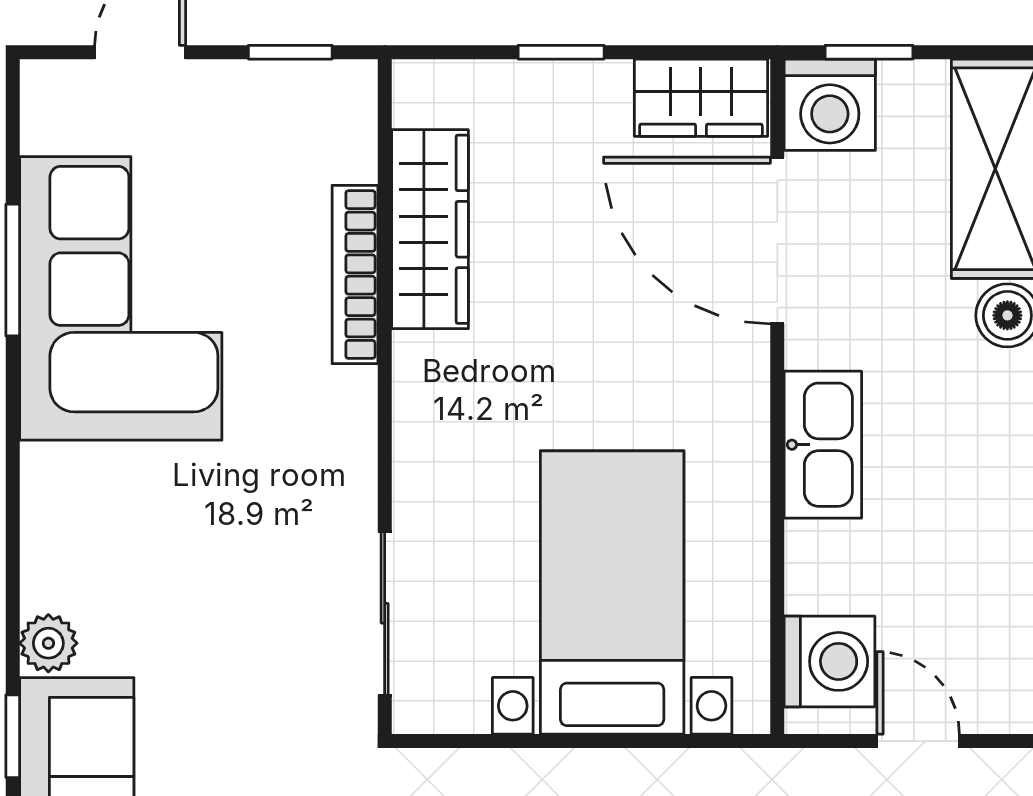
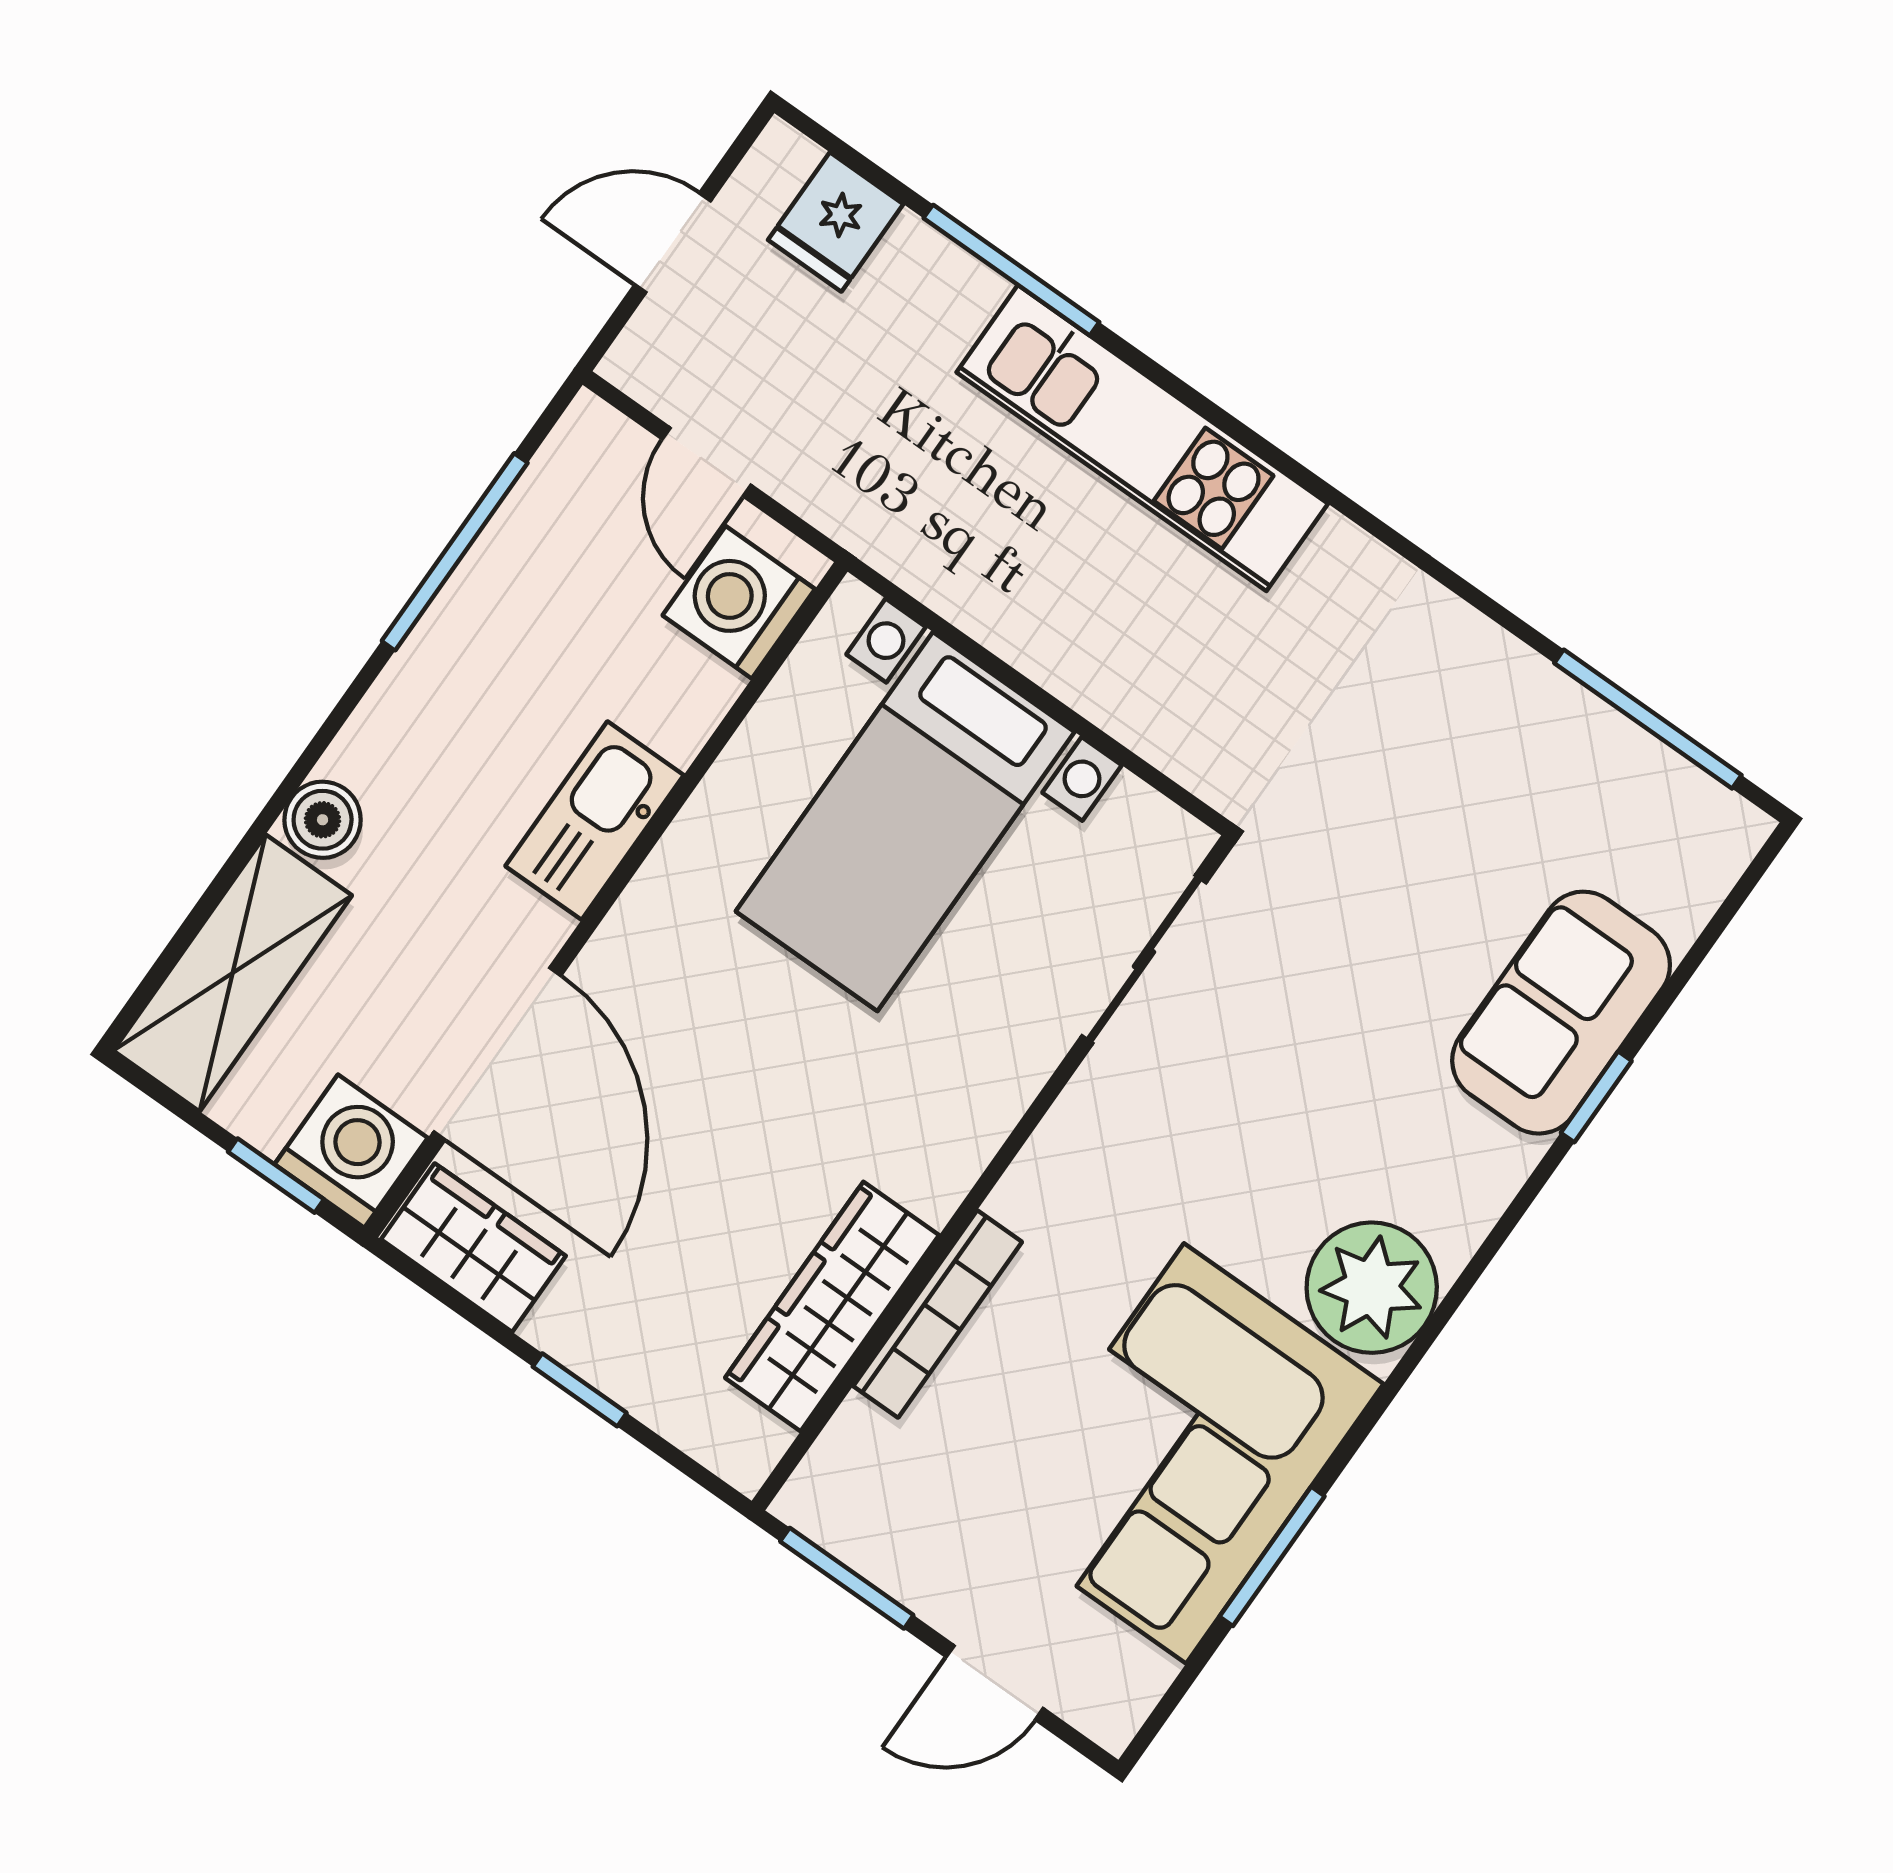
window: (290, 52) -> (847, 1578), width x1.50
plant: (48, 643) -> (1372, 1288), moved, width x1.87, depth x1.87

